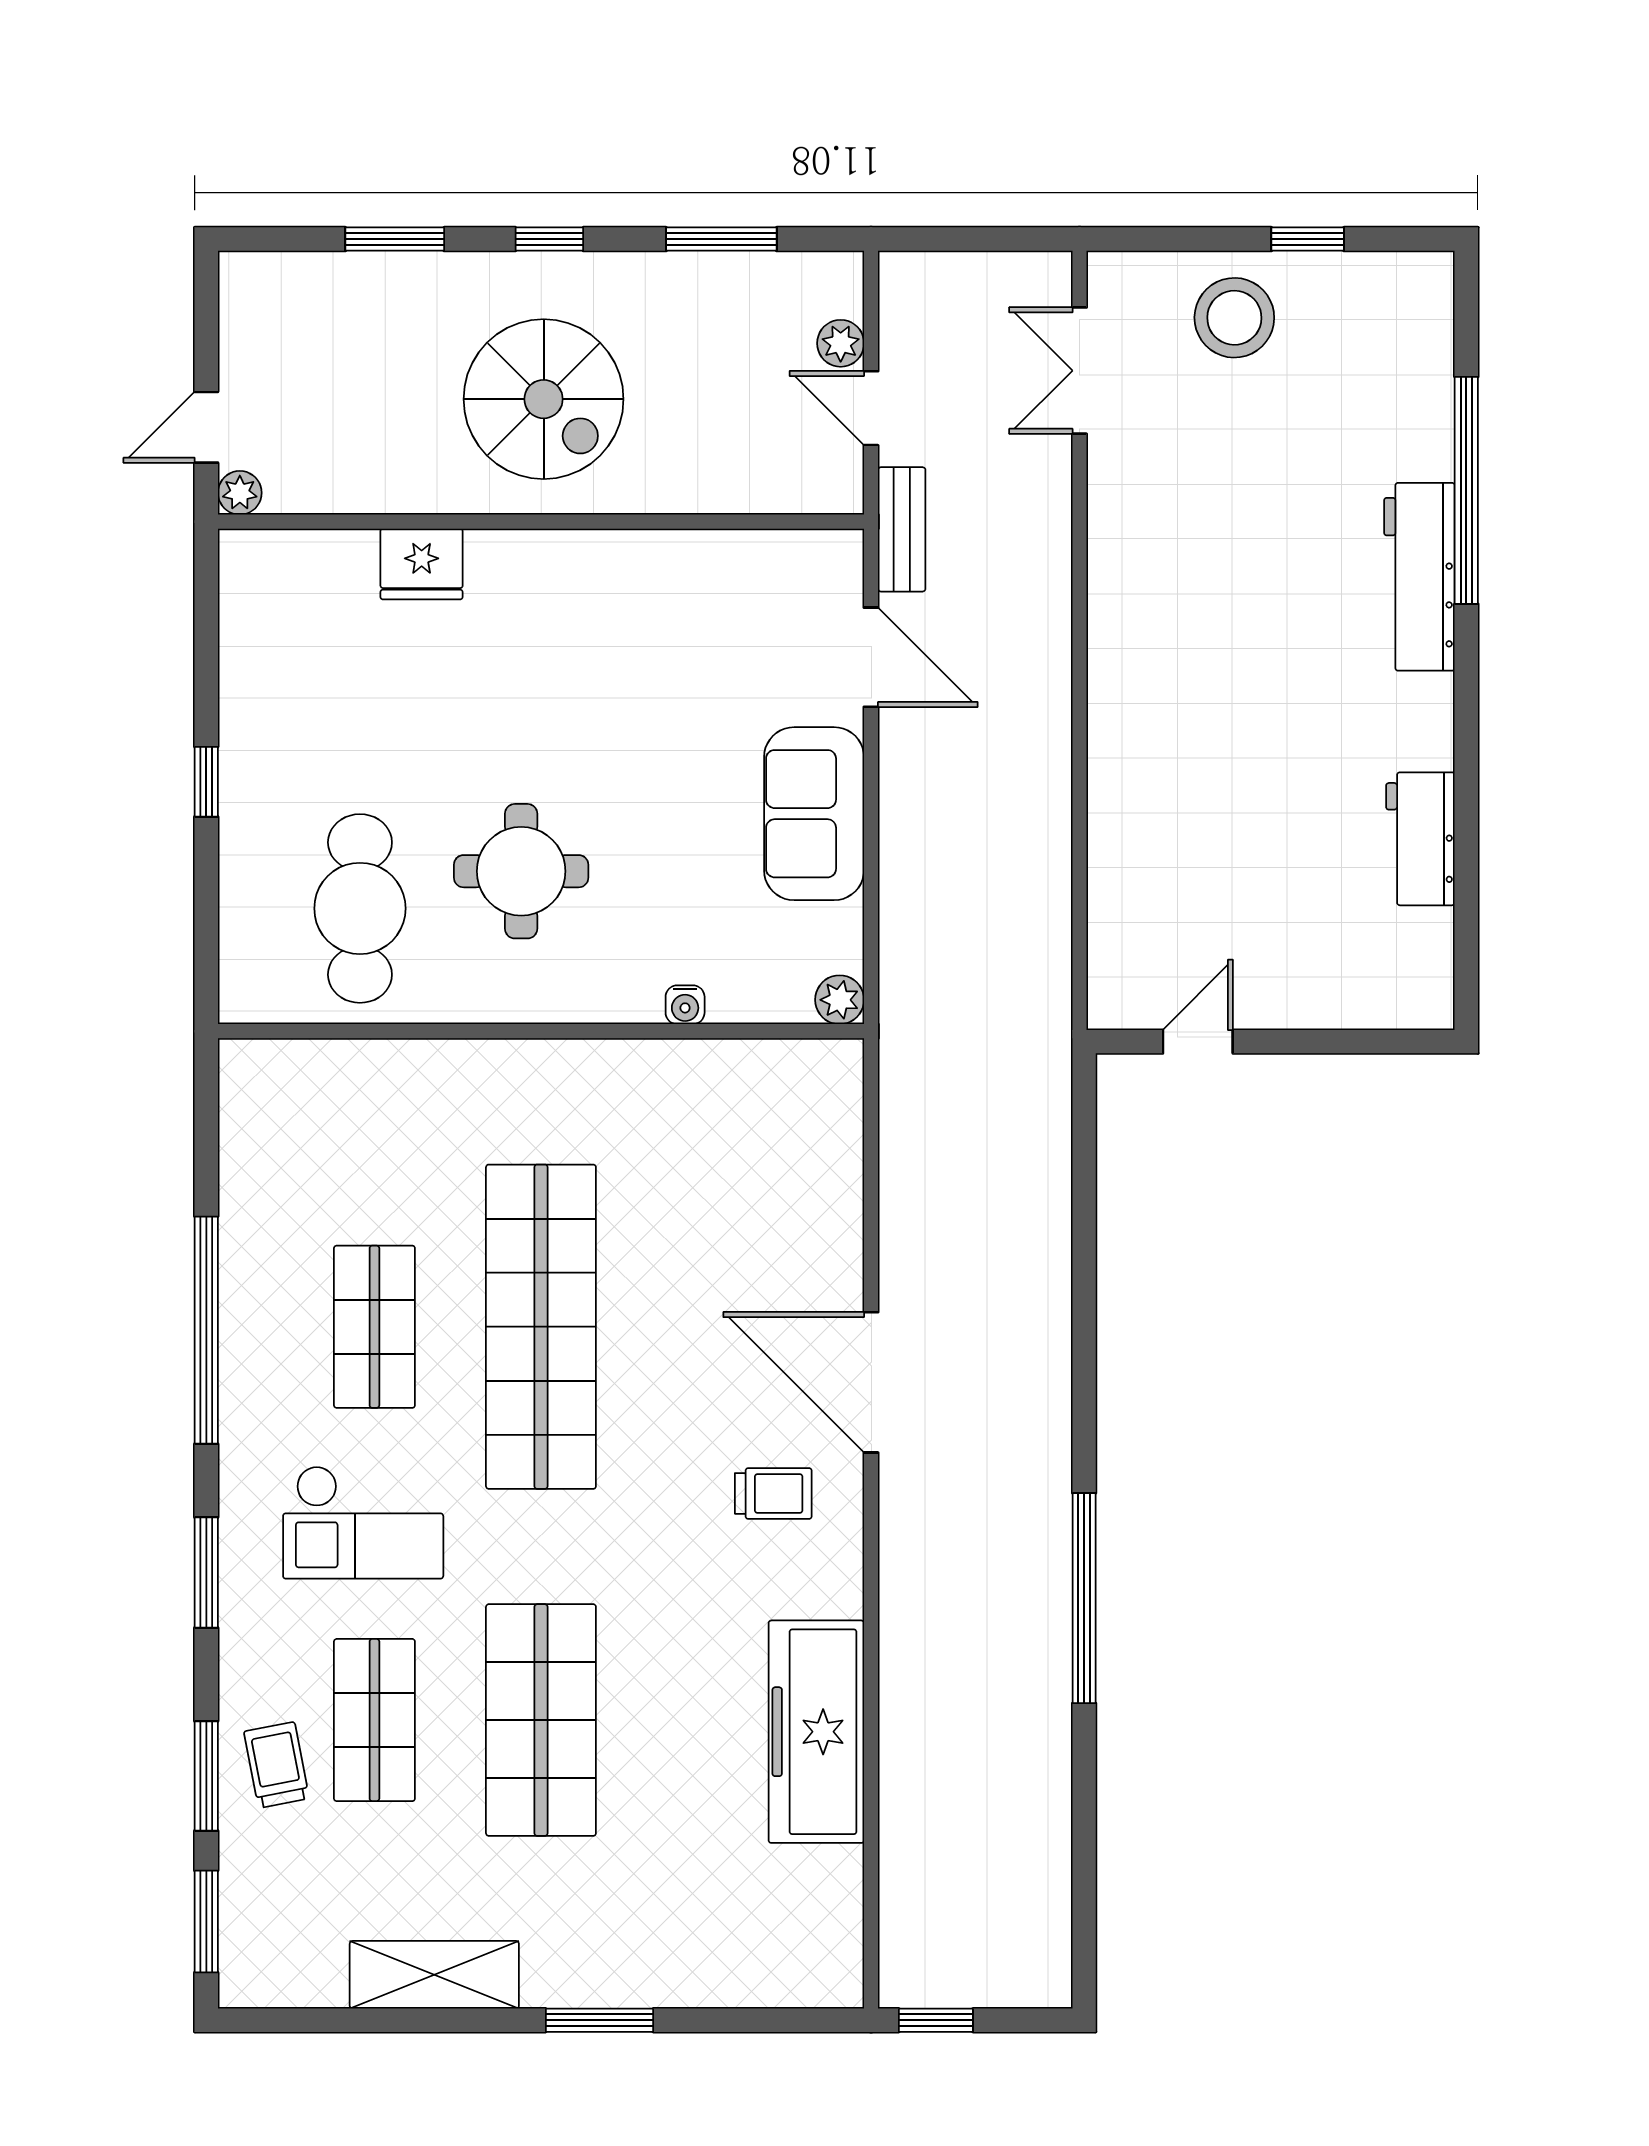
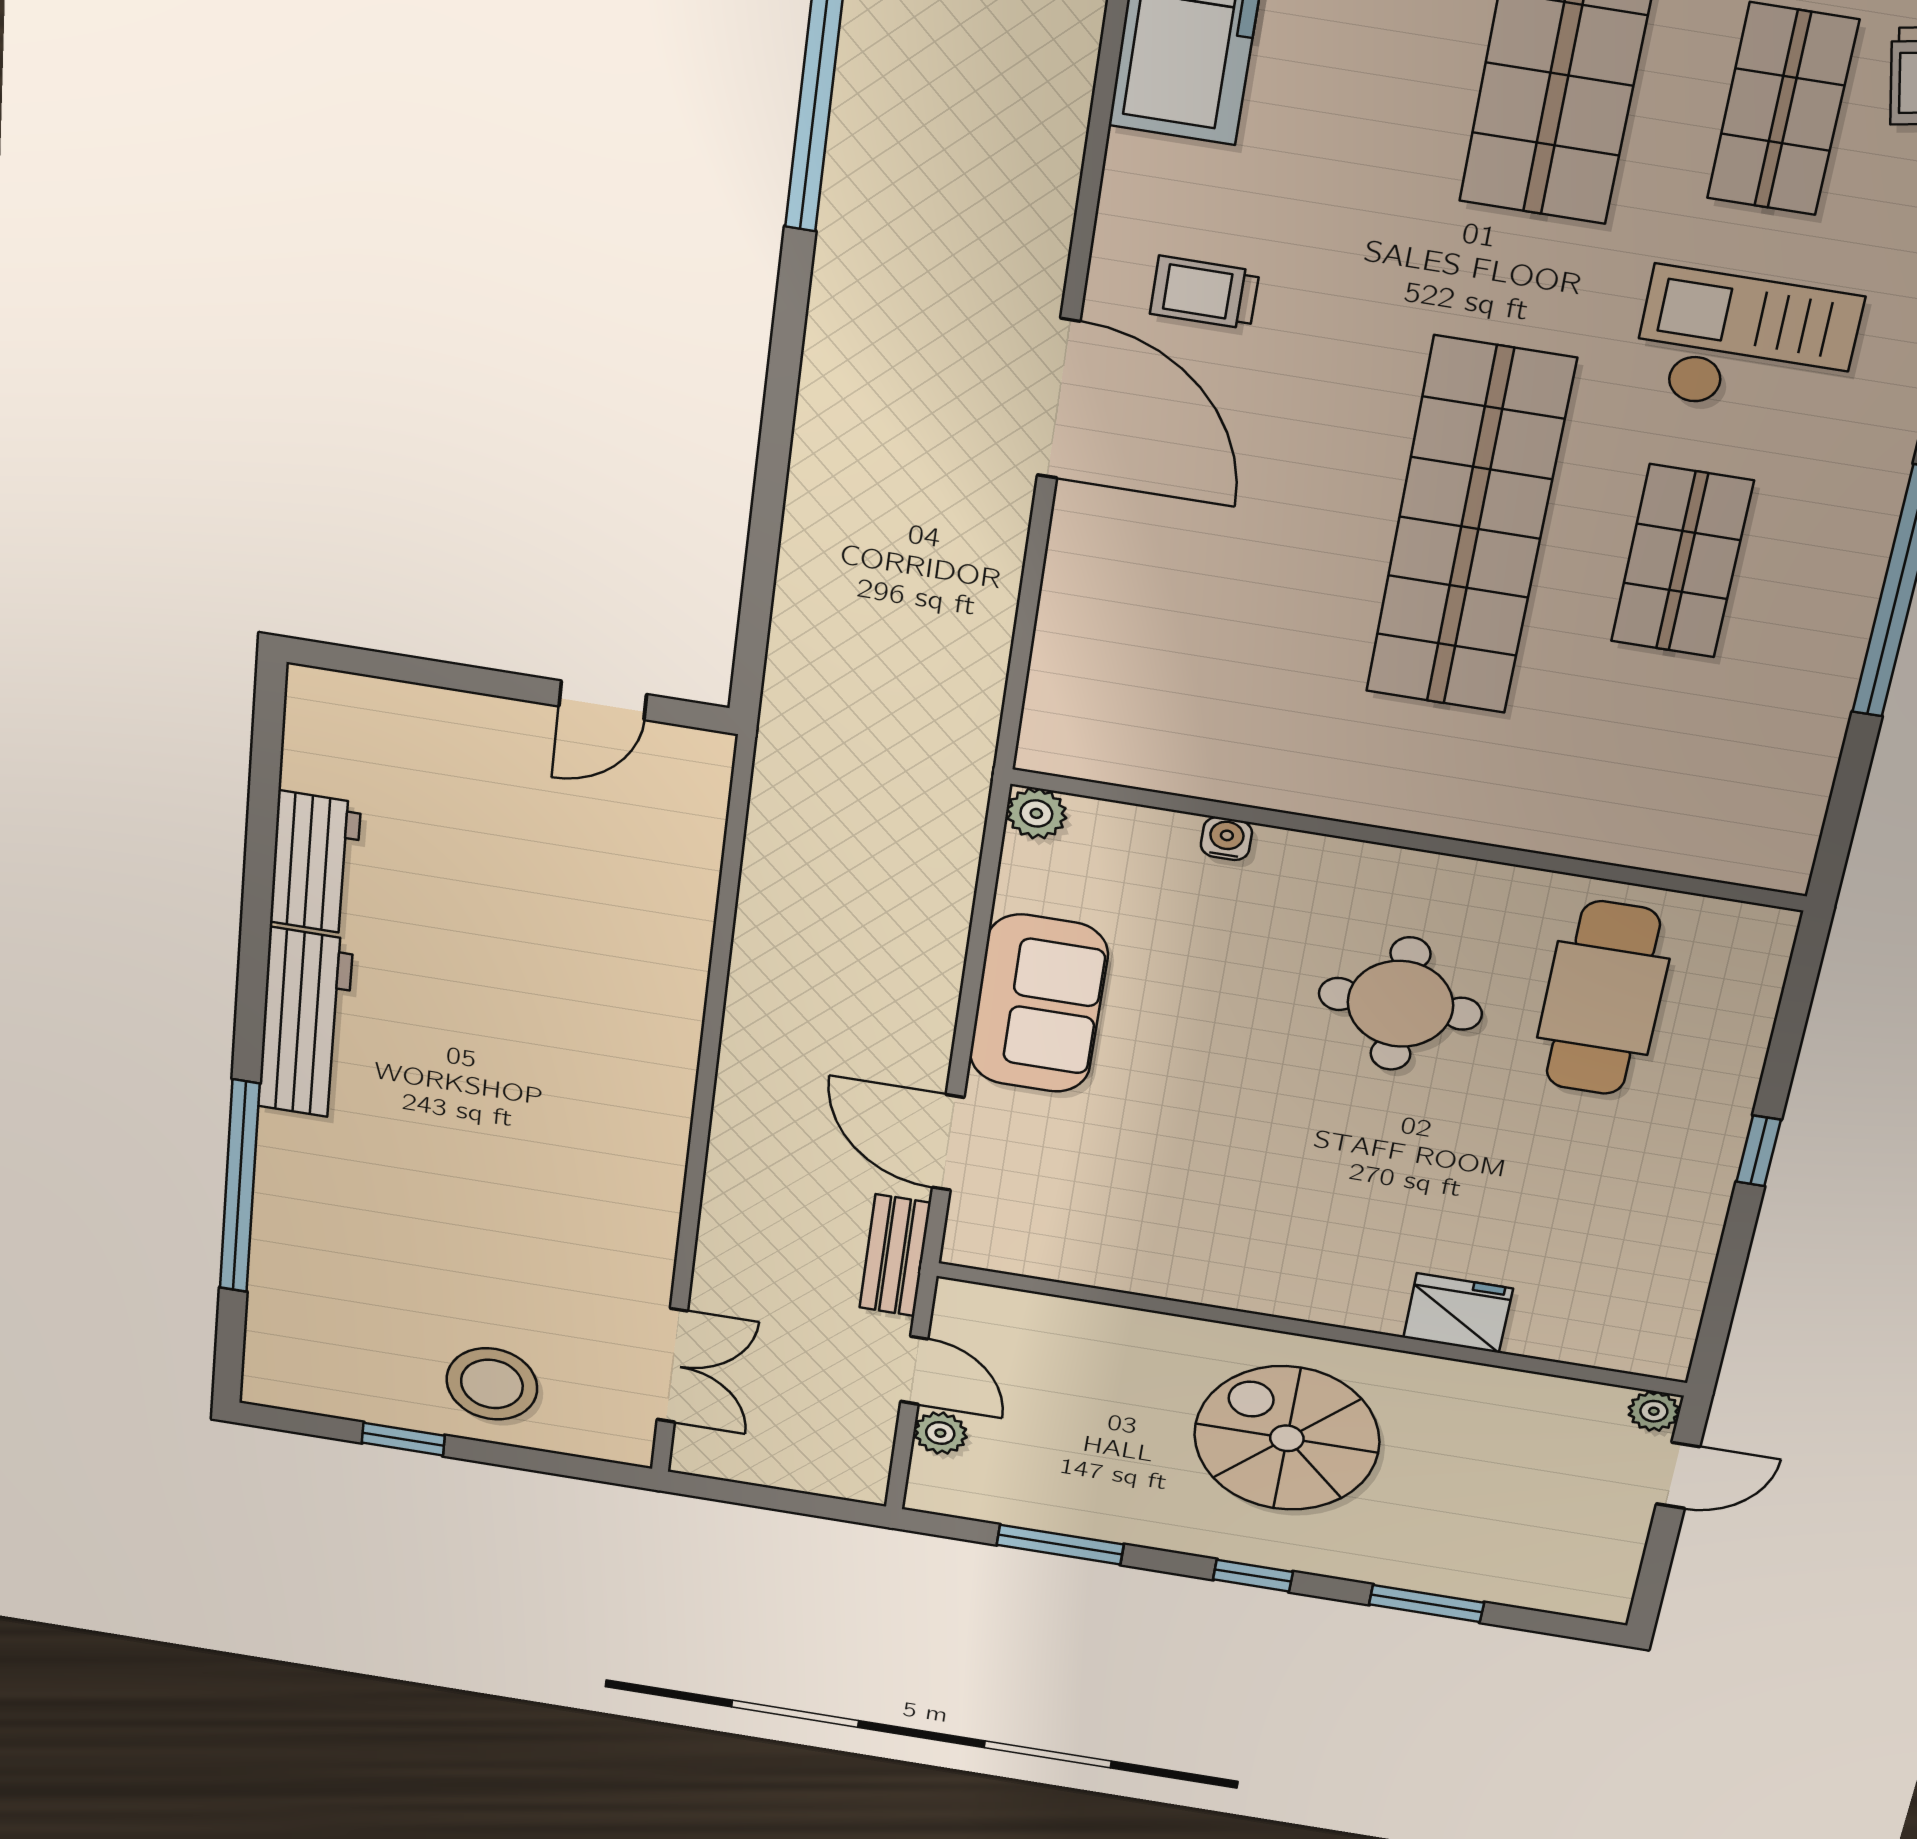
workbench: (1419, 577) -> (305, 1024), moved

